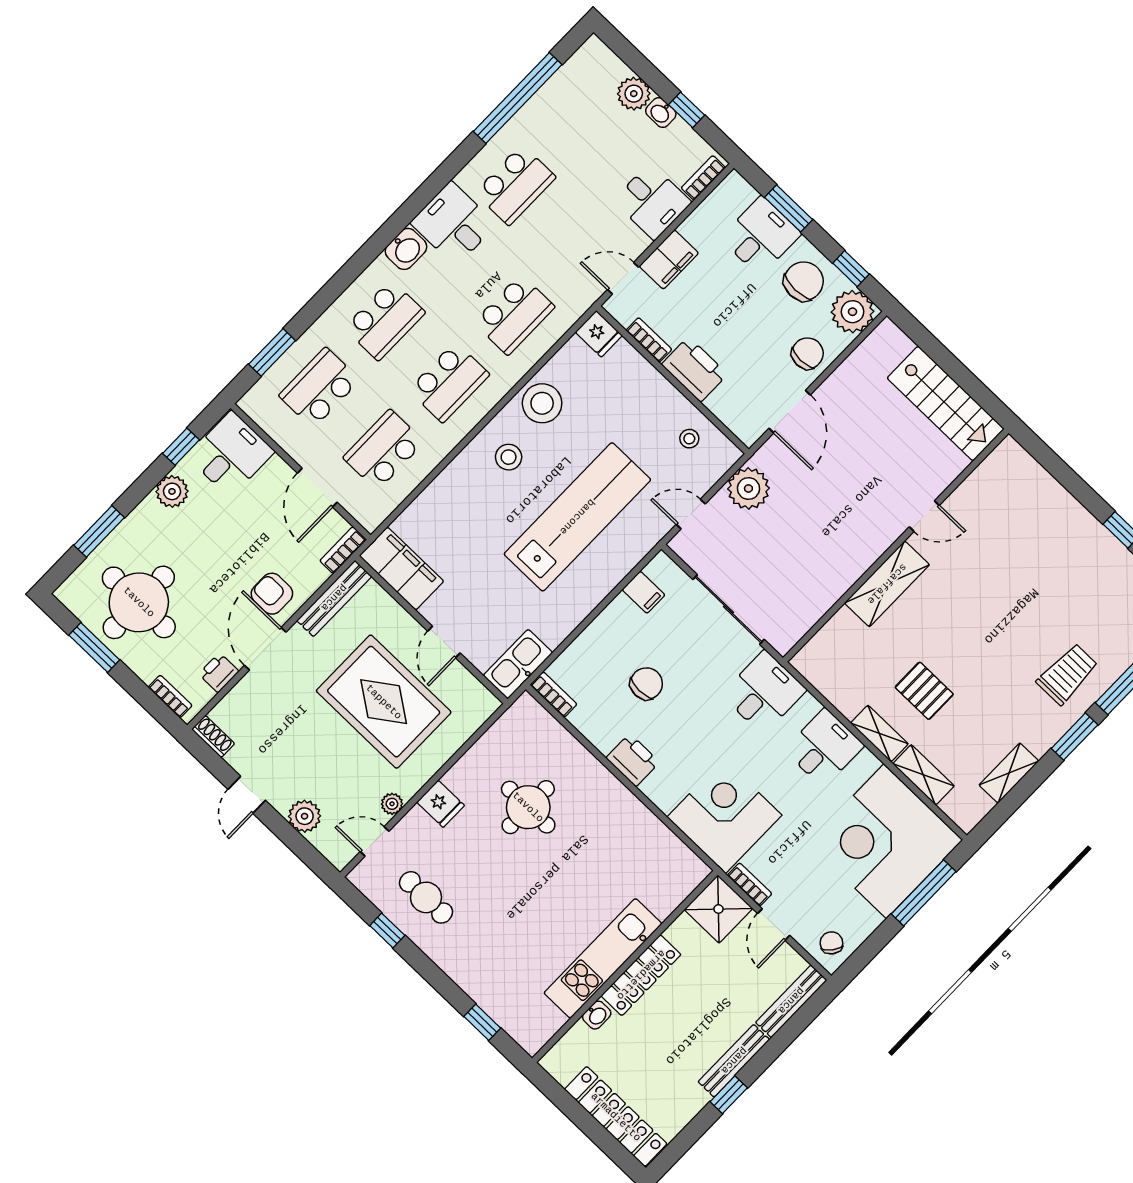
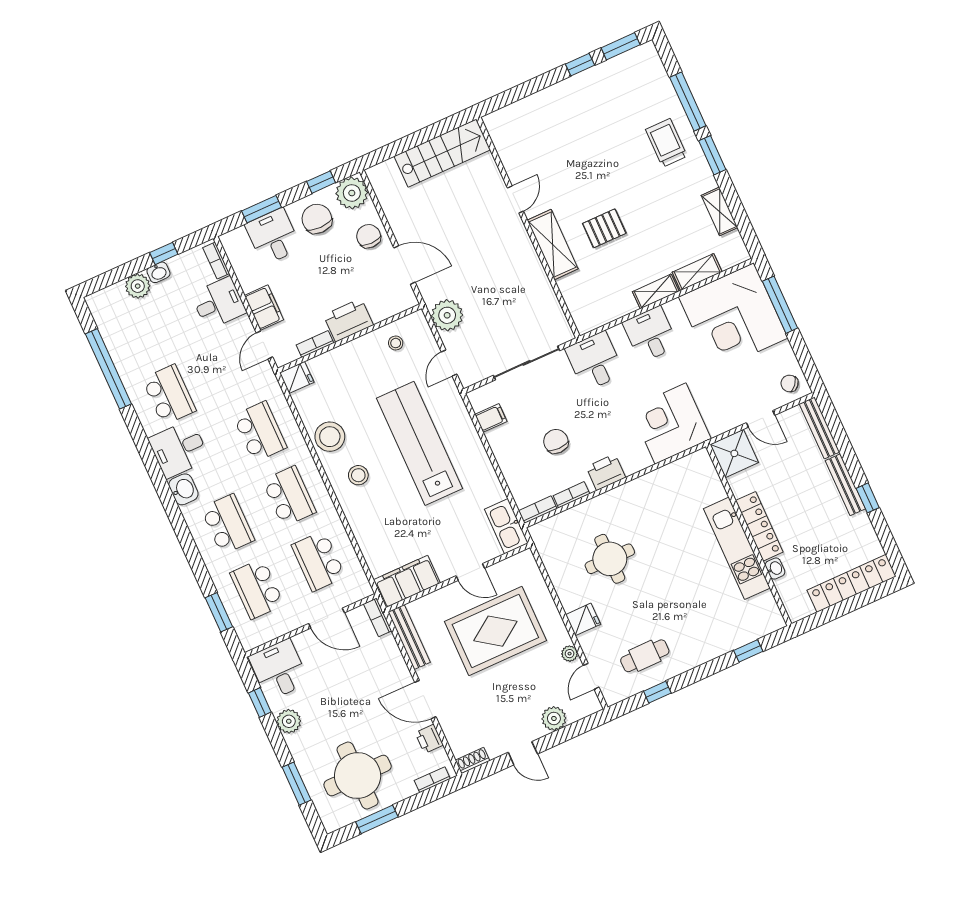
armchair: (272, 594) -> (388, 680), removed
pallet: (924, 691) -> (604, 228), moved
bookcase: (750, 885) -> (571, 495), moved

